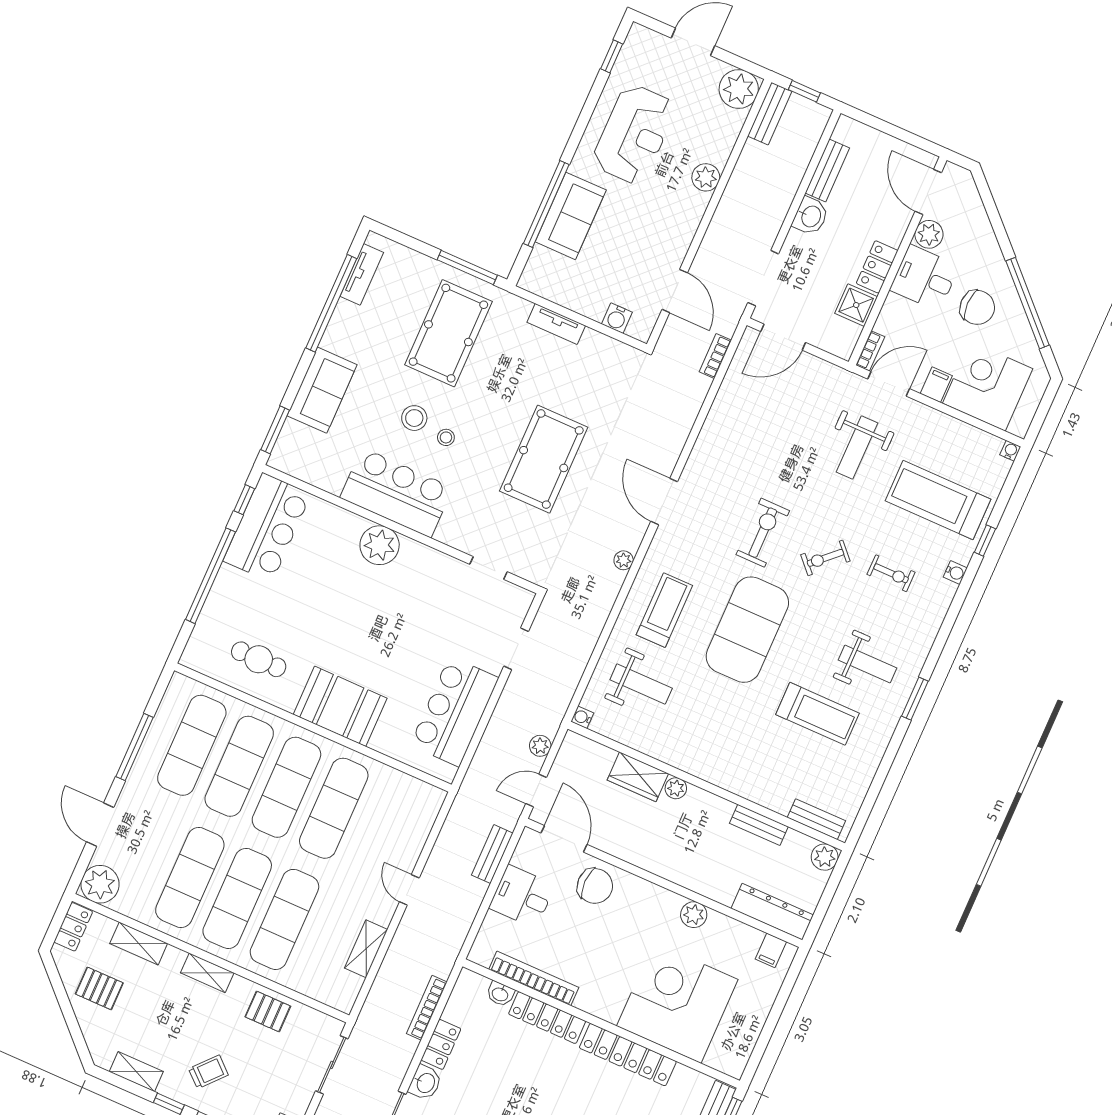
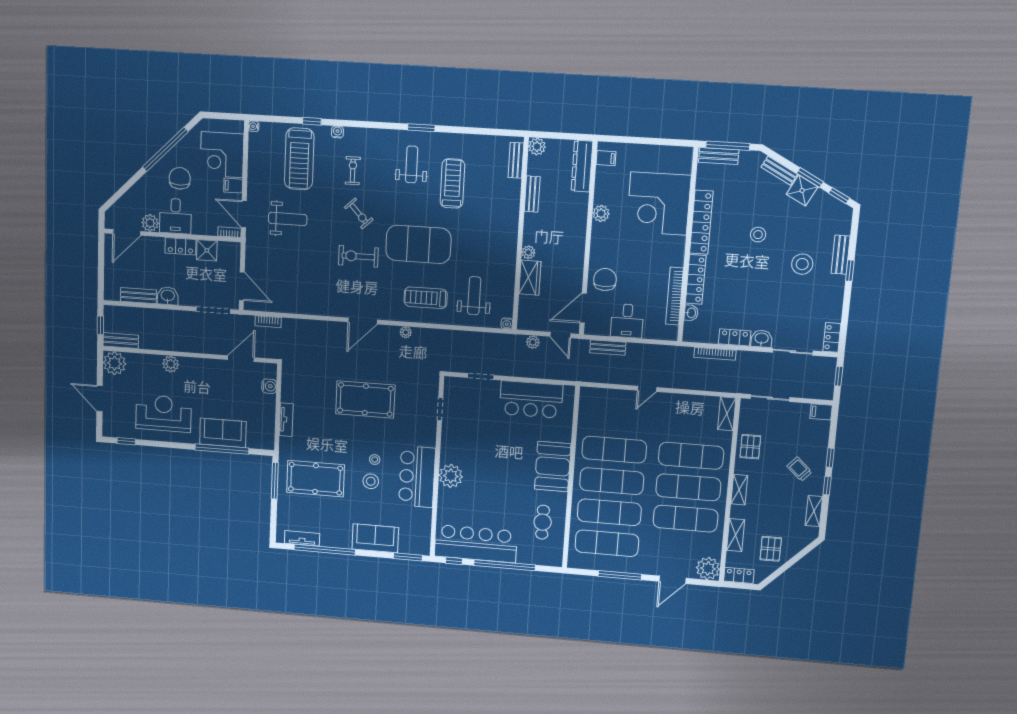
bar counter: (267, 527) -> (476, 544), width x1.36
shelving: (366, 949) -> (727, 414), moved, turned 90

